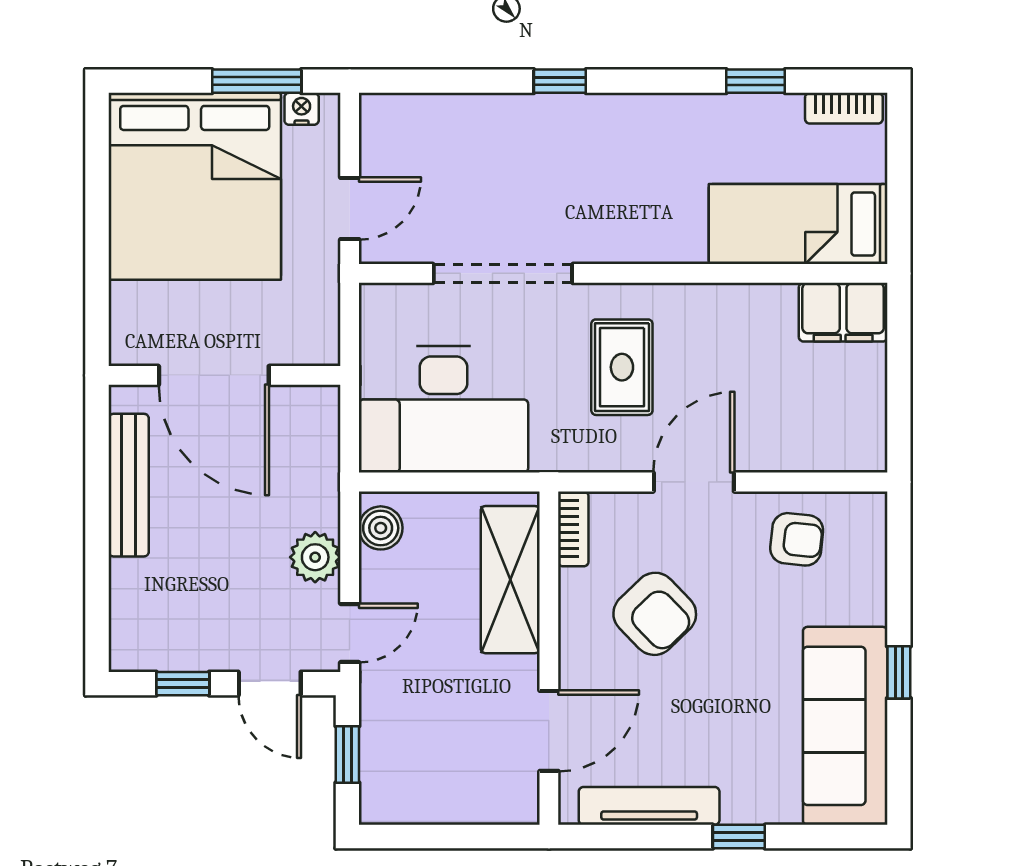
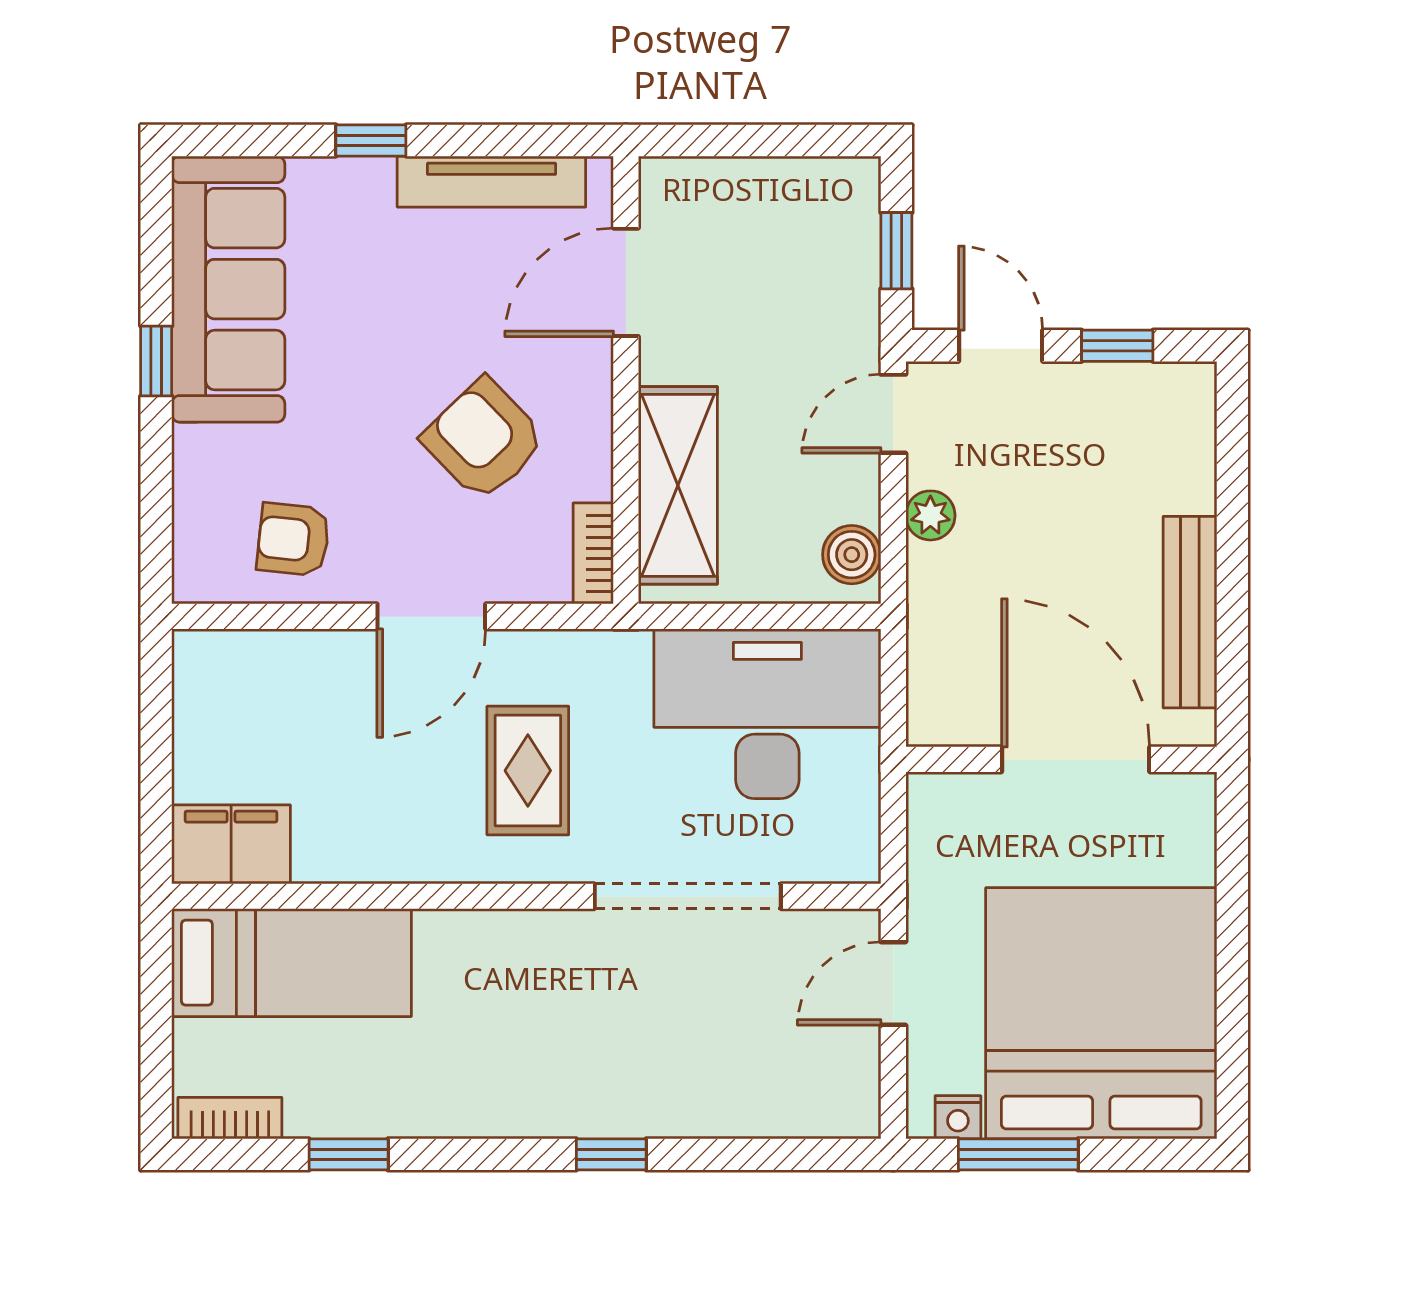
plant: (315, 557) -> (930, 515), width x0.73, depth x0.73

